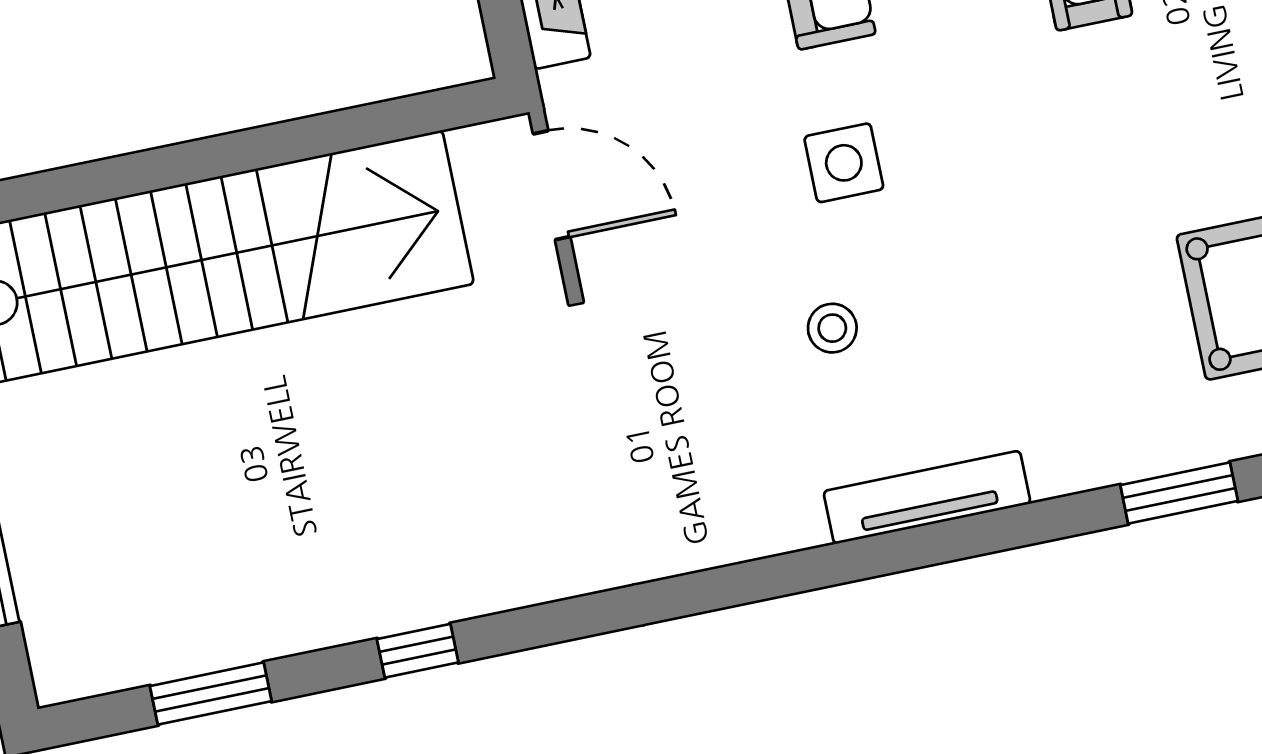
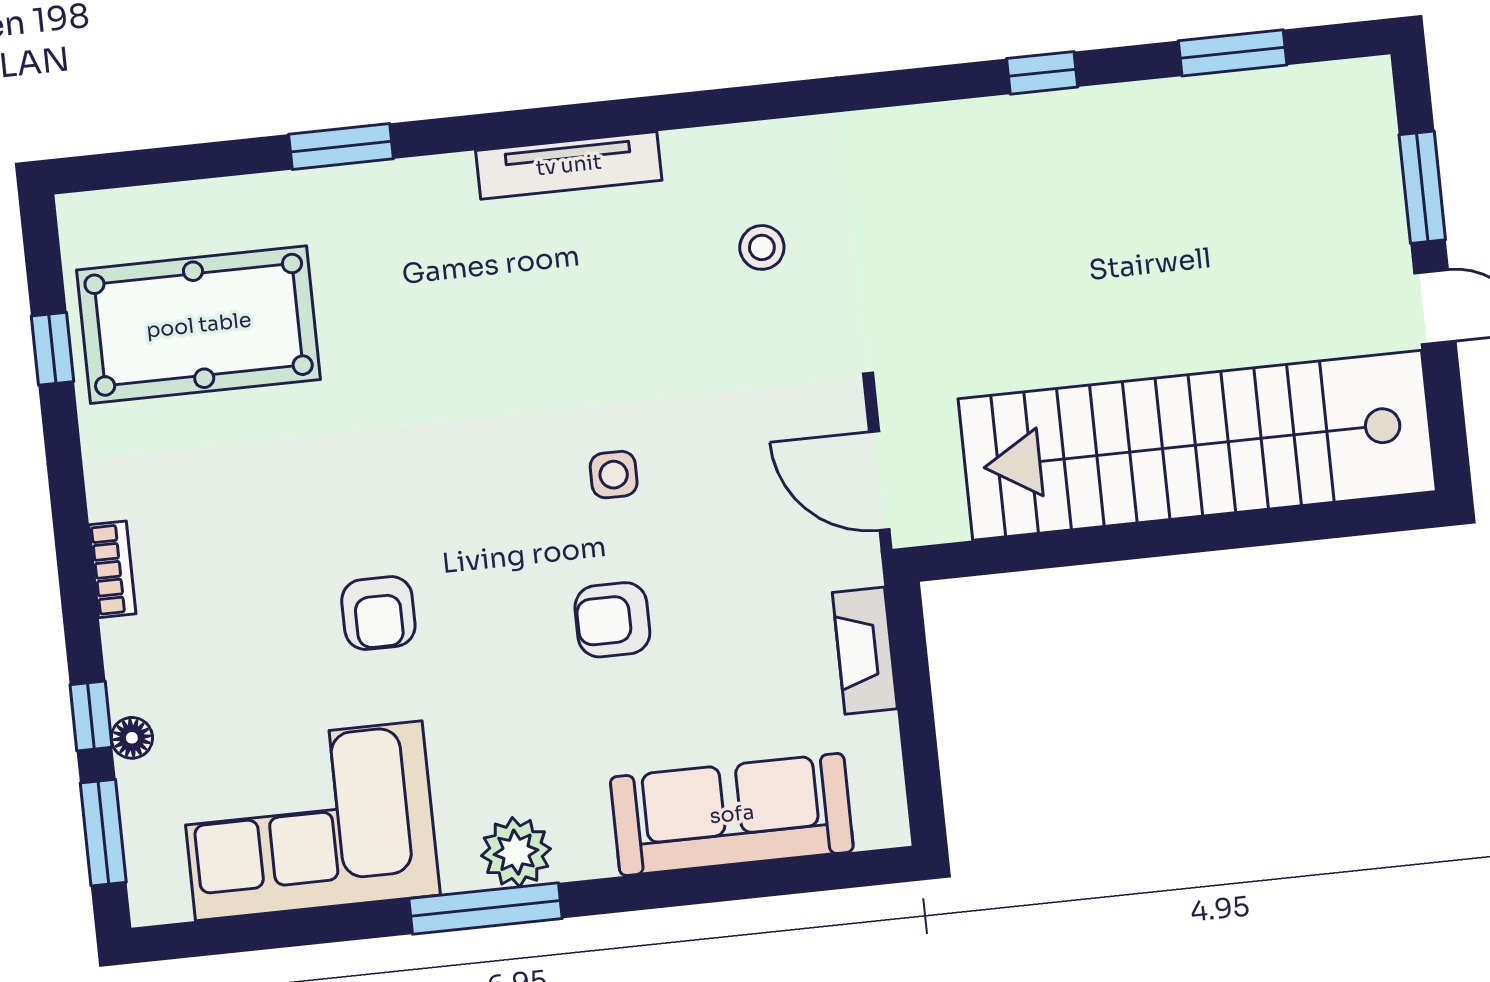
side table: (844, 163) -> (614, 475), width x0.73, depth x0.73
stool: (832, 328) -> (762, 247), moved

